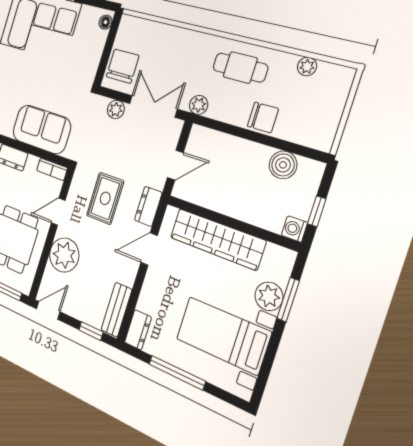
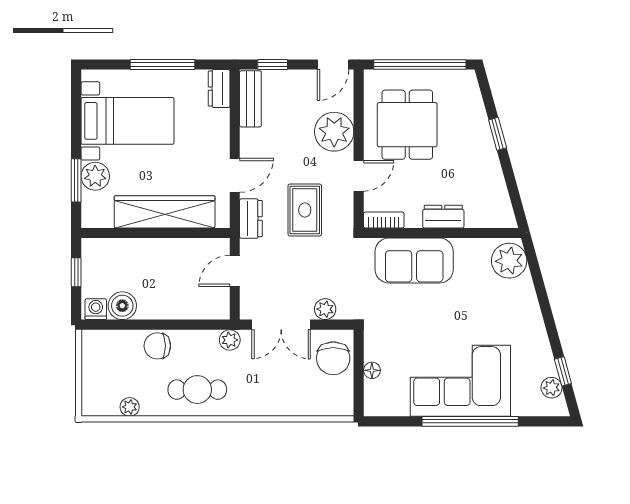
floor lamp: (105, 22) -> (372, 370), moved
washing machine: (294, 229) -> (96, 309), moved, turned -90

